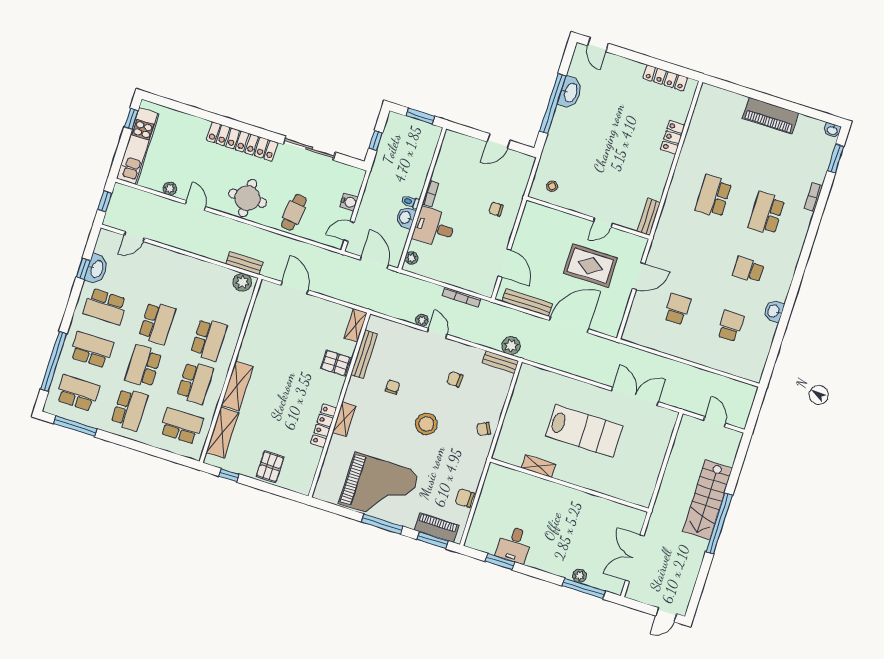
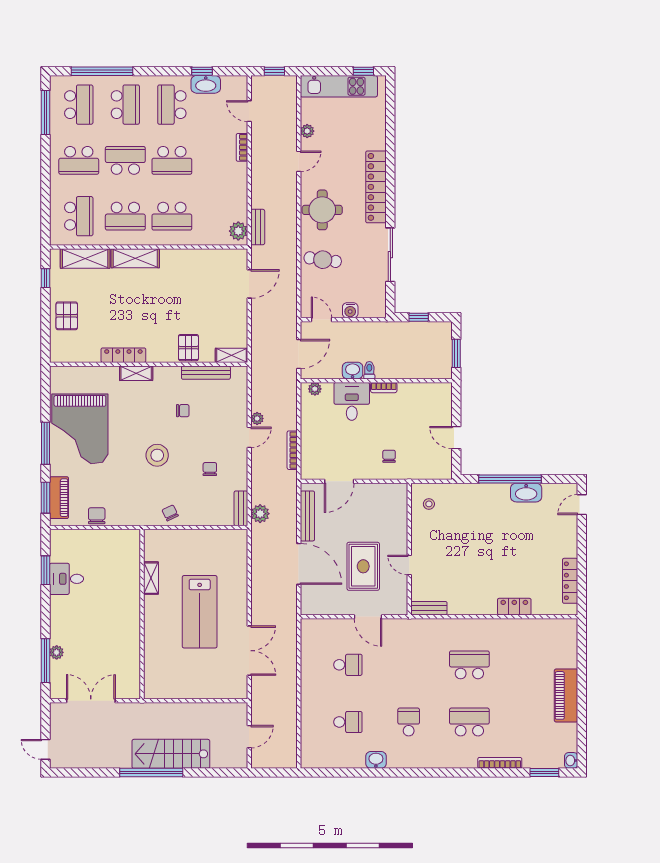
bookcase: (813, 197) -> (500, 763), width x1.56
bookcase: (166, 254) -> (242, 147), added
pallet: (270, 467) -> (67, 316), turned 90

